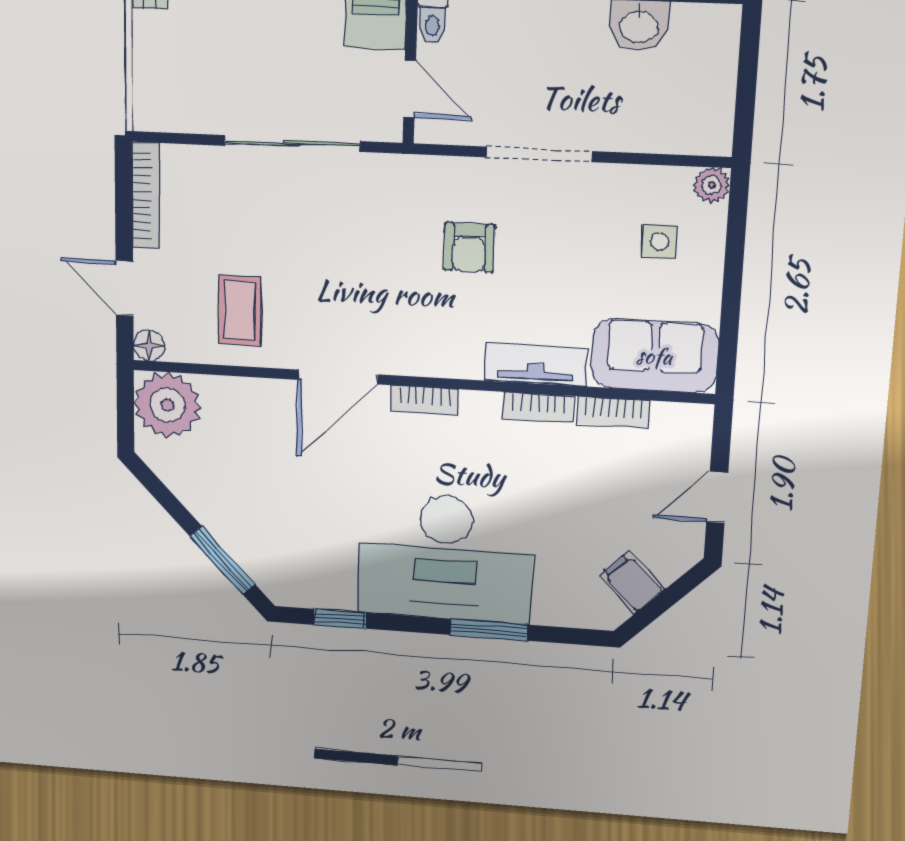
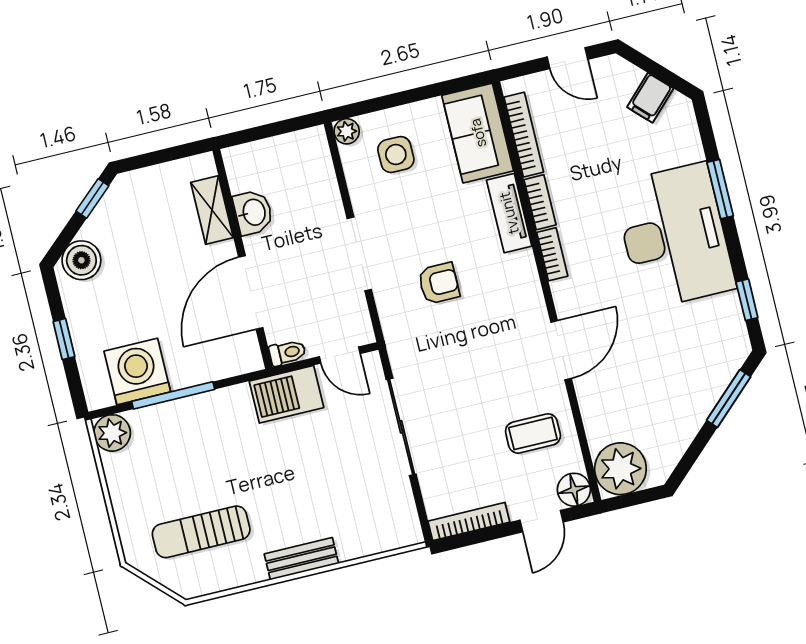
door: (410, 89) -> (340, 355), swing flipped
side table: (659, 241) -> (396, 155), width x1.37, depth x1.37
floor lamp: (149, 346) -> (574, 490), width x1.37, depth x1.37
door: (338, 377) -> (561, 350), hinge flipped
bookcase: (424, 400) -> (552, 254), moved
bookcase: (613, 412) -> (524, 135), width x1.56

